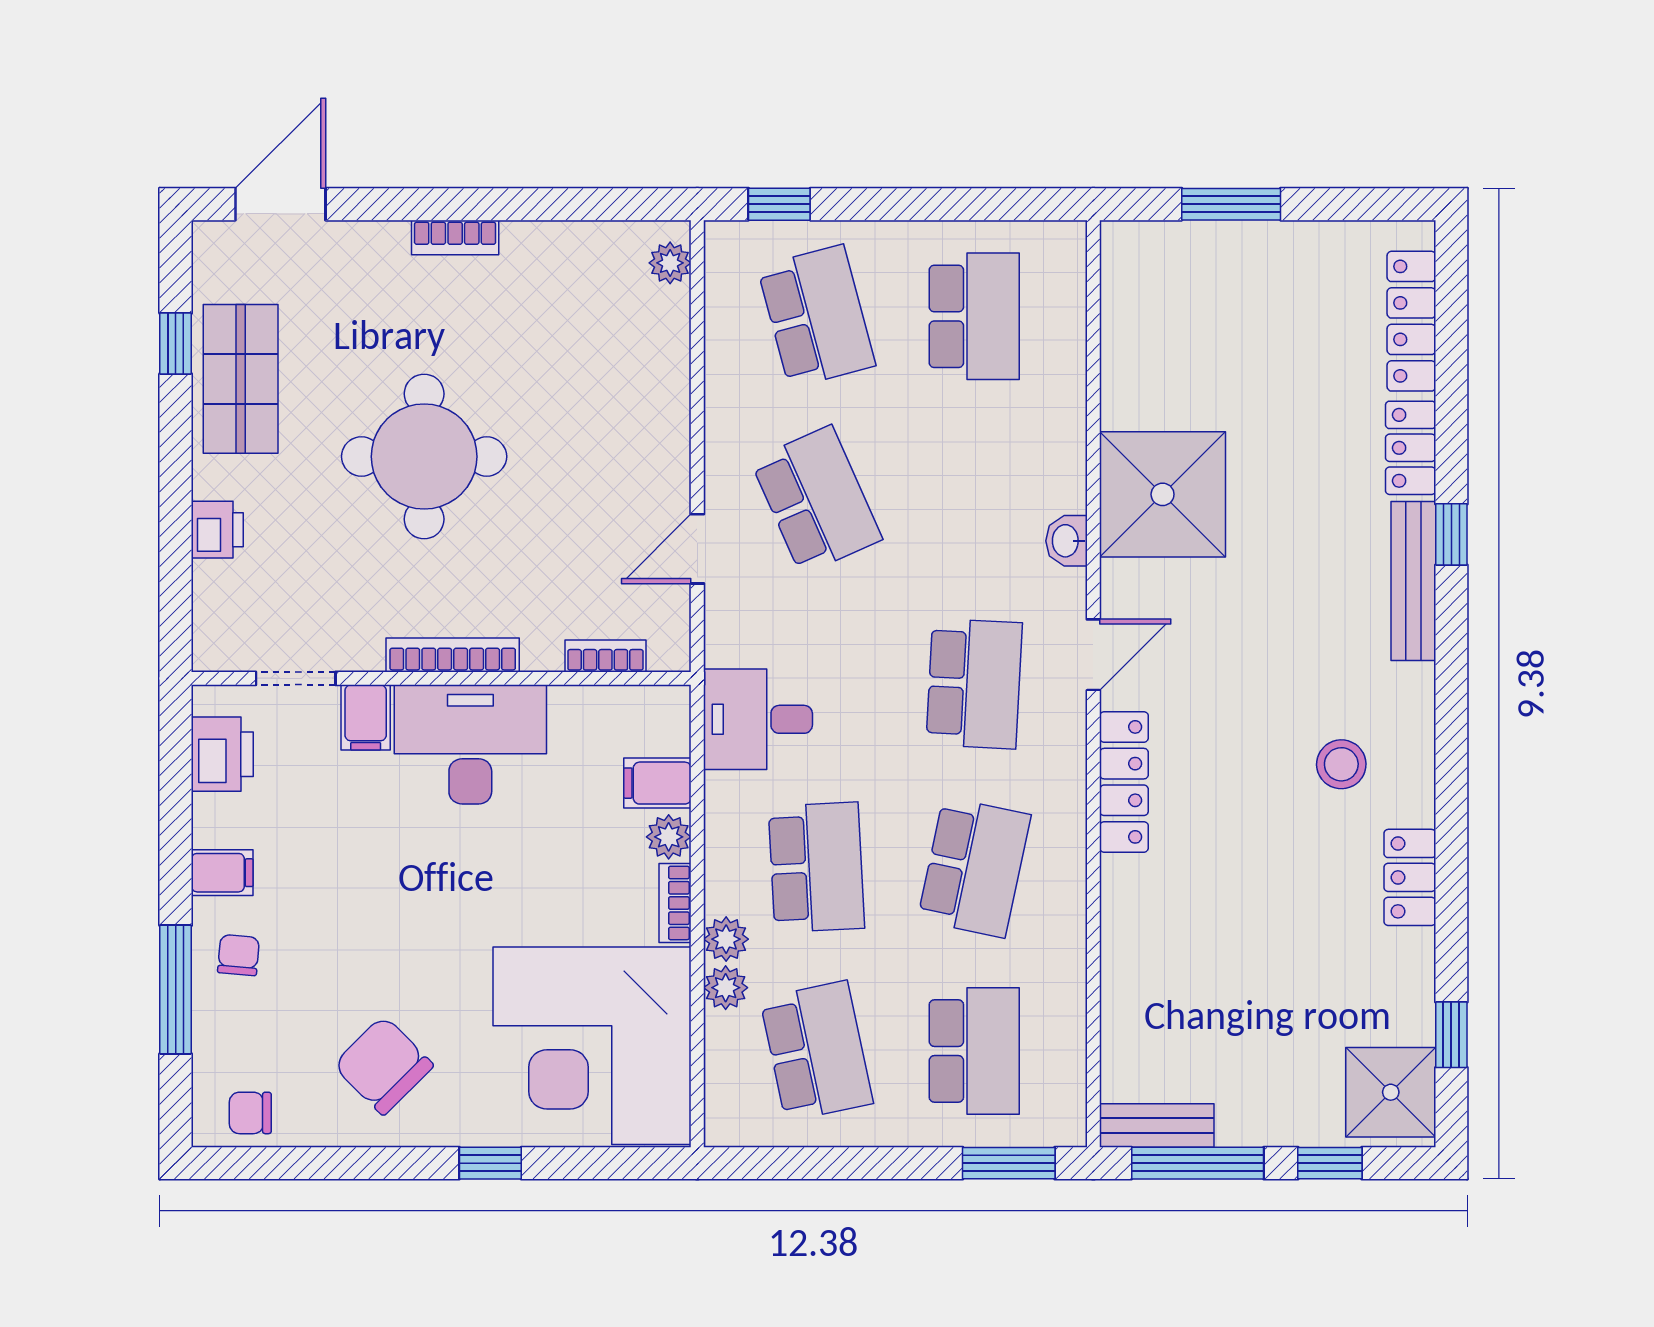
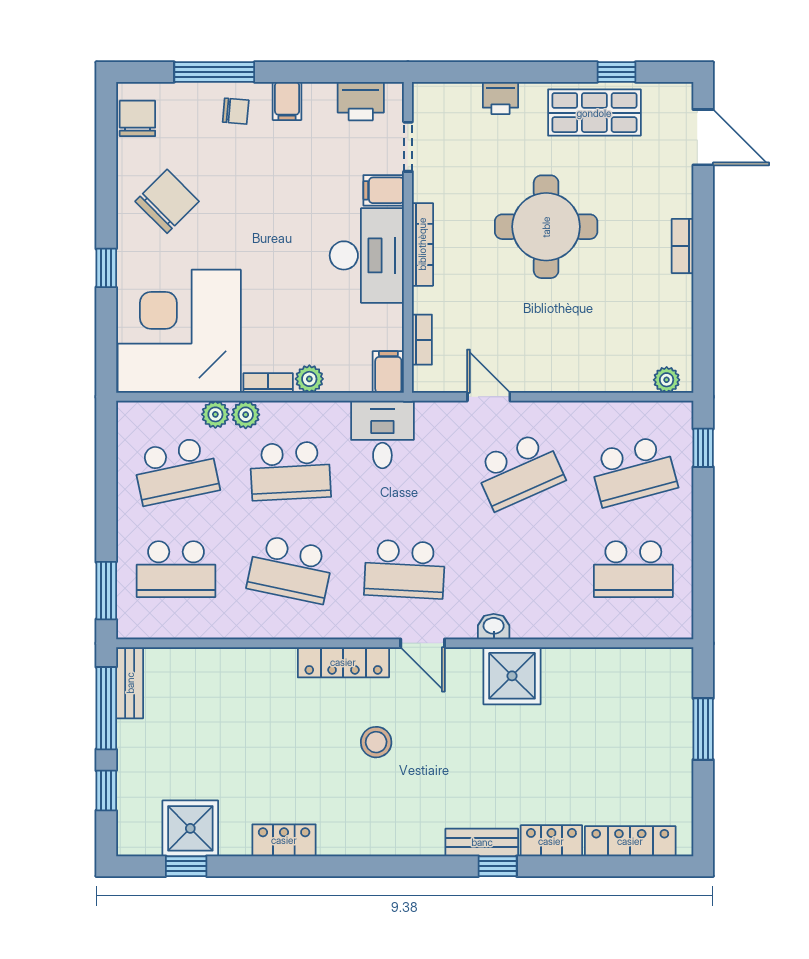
shower: (1163, 494) -> (512, 676), width x0.73, depth x0.73
bench: (1413, 581) -> (482, 842), width x0.73
stool: (1341, 764) -> (376, 742), moved
filing cabinet: (657, 783) -> (388, 372), moved
shower: (1391, 1092) -> (190, 828), moved
chair: (250, 1113) -> (137, 118), width x1.37, depth x1.37

